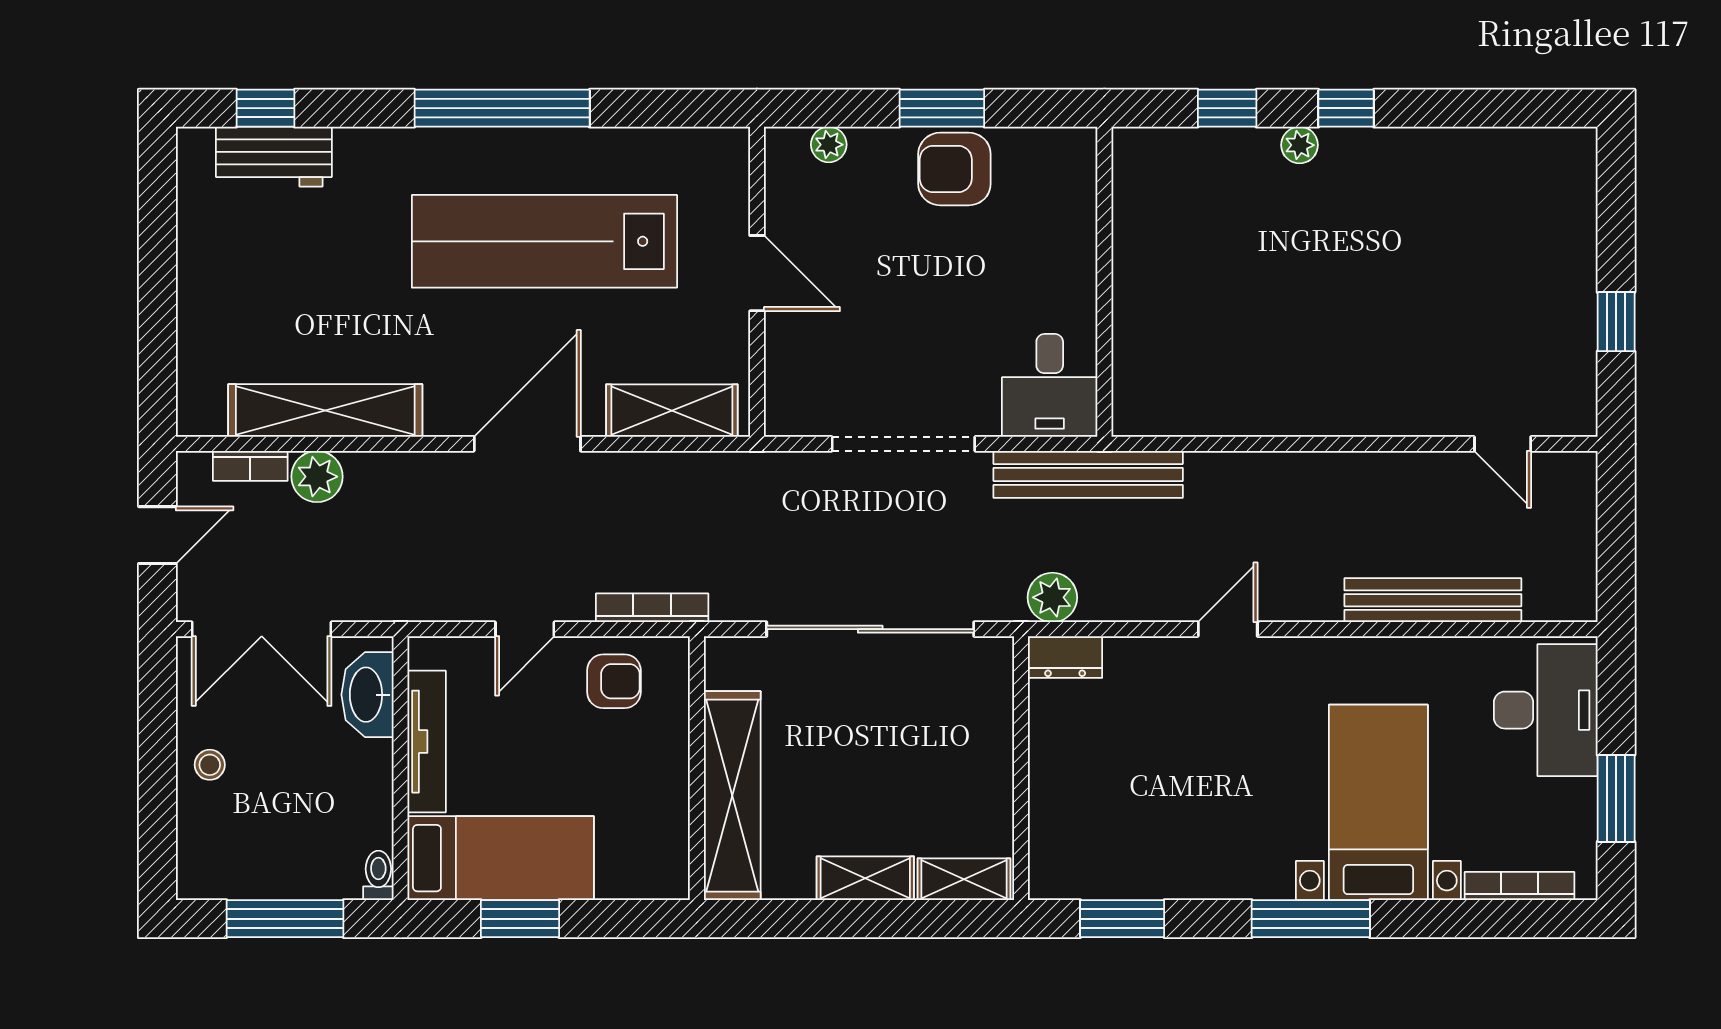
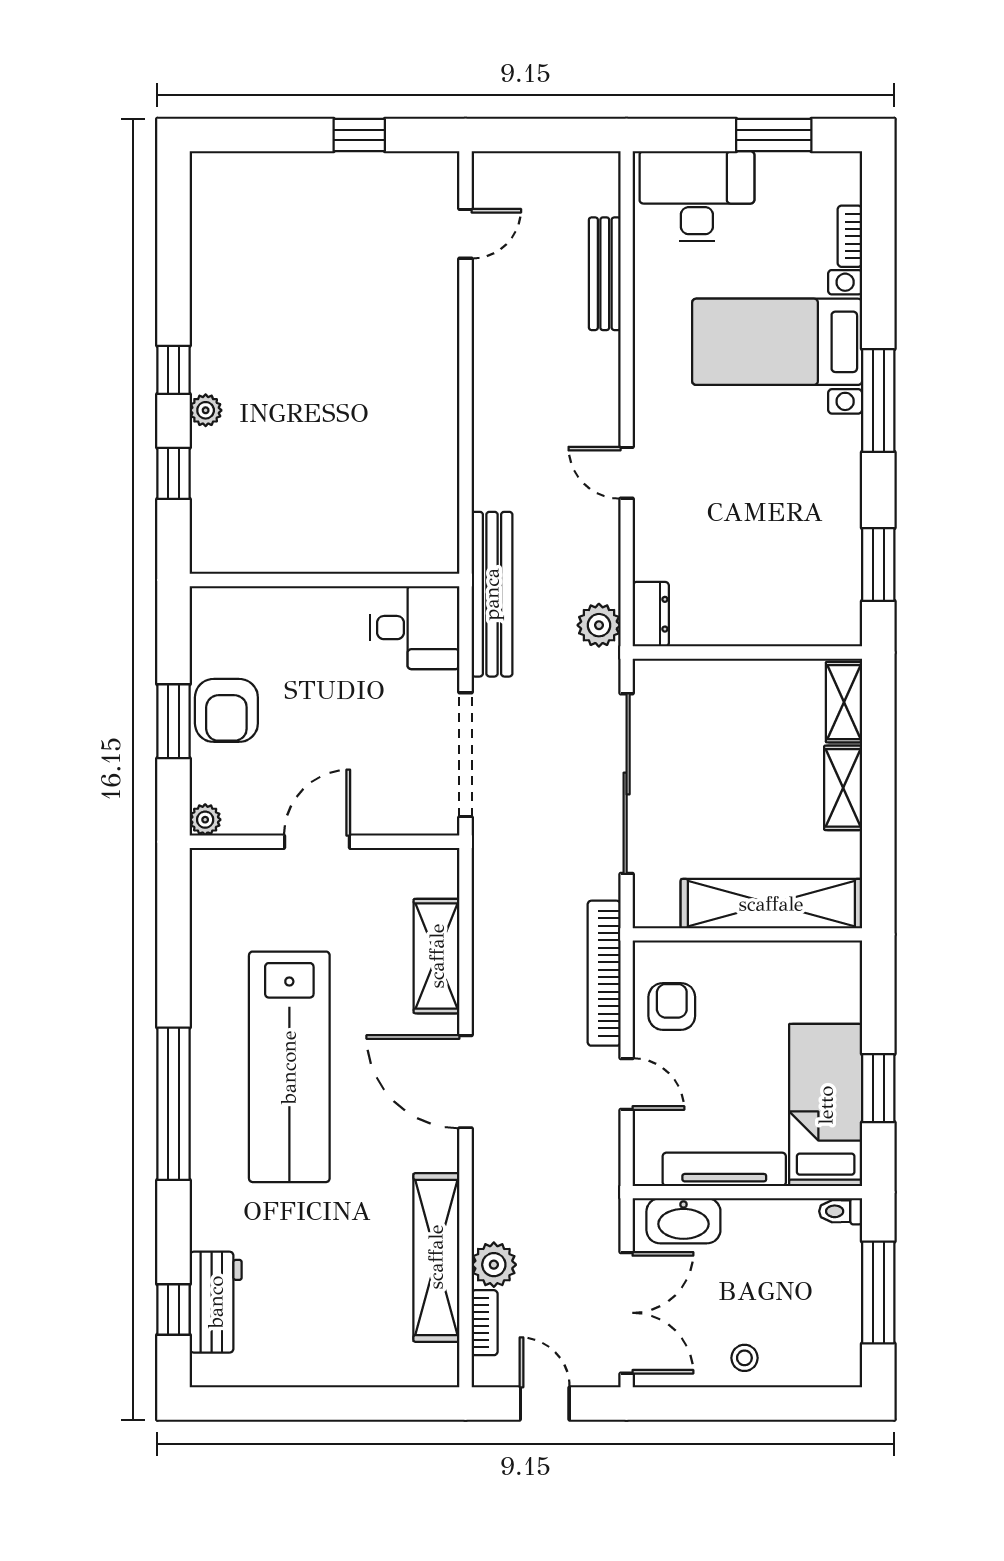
door: (757, 273) -> (317, 842), moved
wall: (757, 282) -> (325, 842), moved
bench: (1433, 600) -> (605, 274), width x0.73, depth x0.82
bookcase: (652, 608) -> (604, 973), width x1.48, depth x1.31
bookcase: (1520, 886) -> (850, 236), width x0.64

